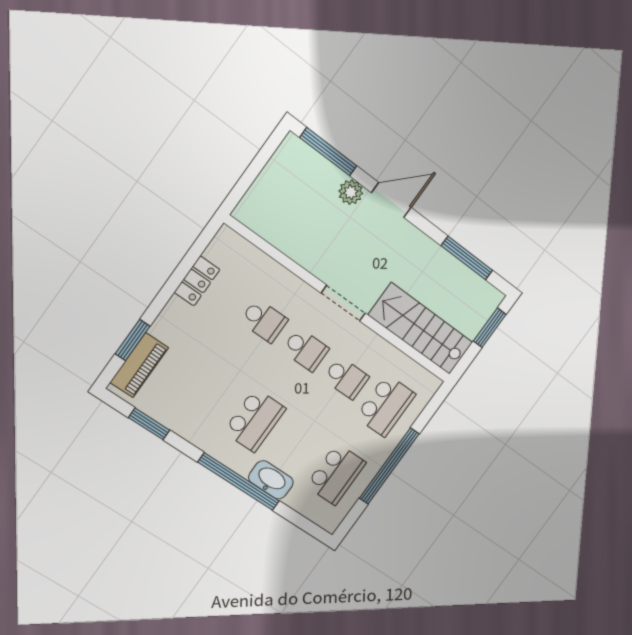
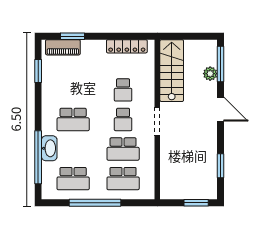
plant: (351, 192) -> (210, 74), moved
window: (467, 258) -> (221, 166), width x0.69
locker: (197, 281) -> (127, 46), width x1.53
stairs: (421, 329) -> (172, 71), moved
school desk: (346, 378) -> (123, 149), width x1.85
window: (239, 482) -> (38, 157), moved

